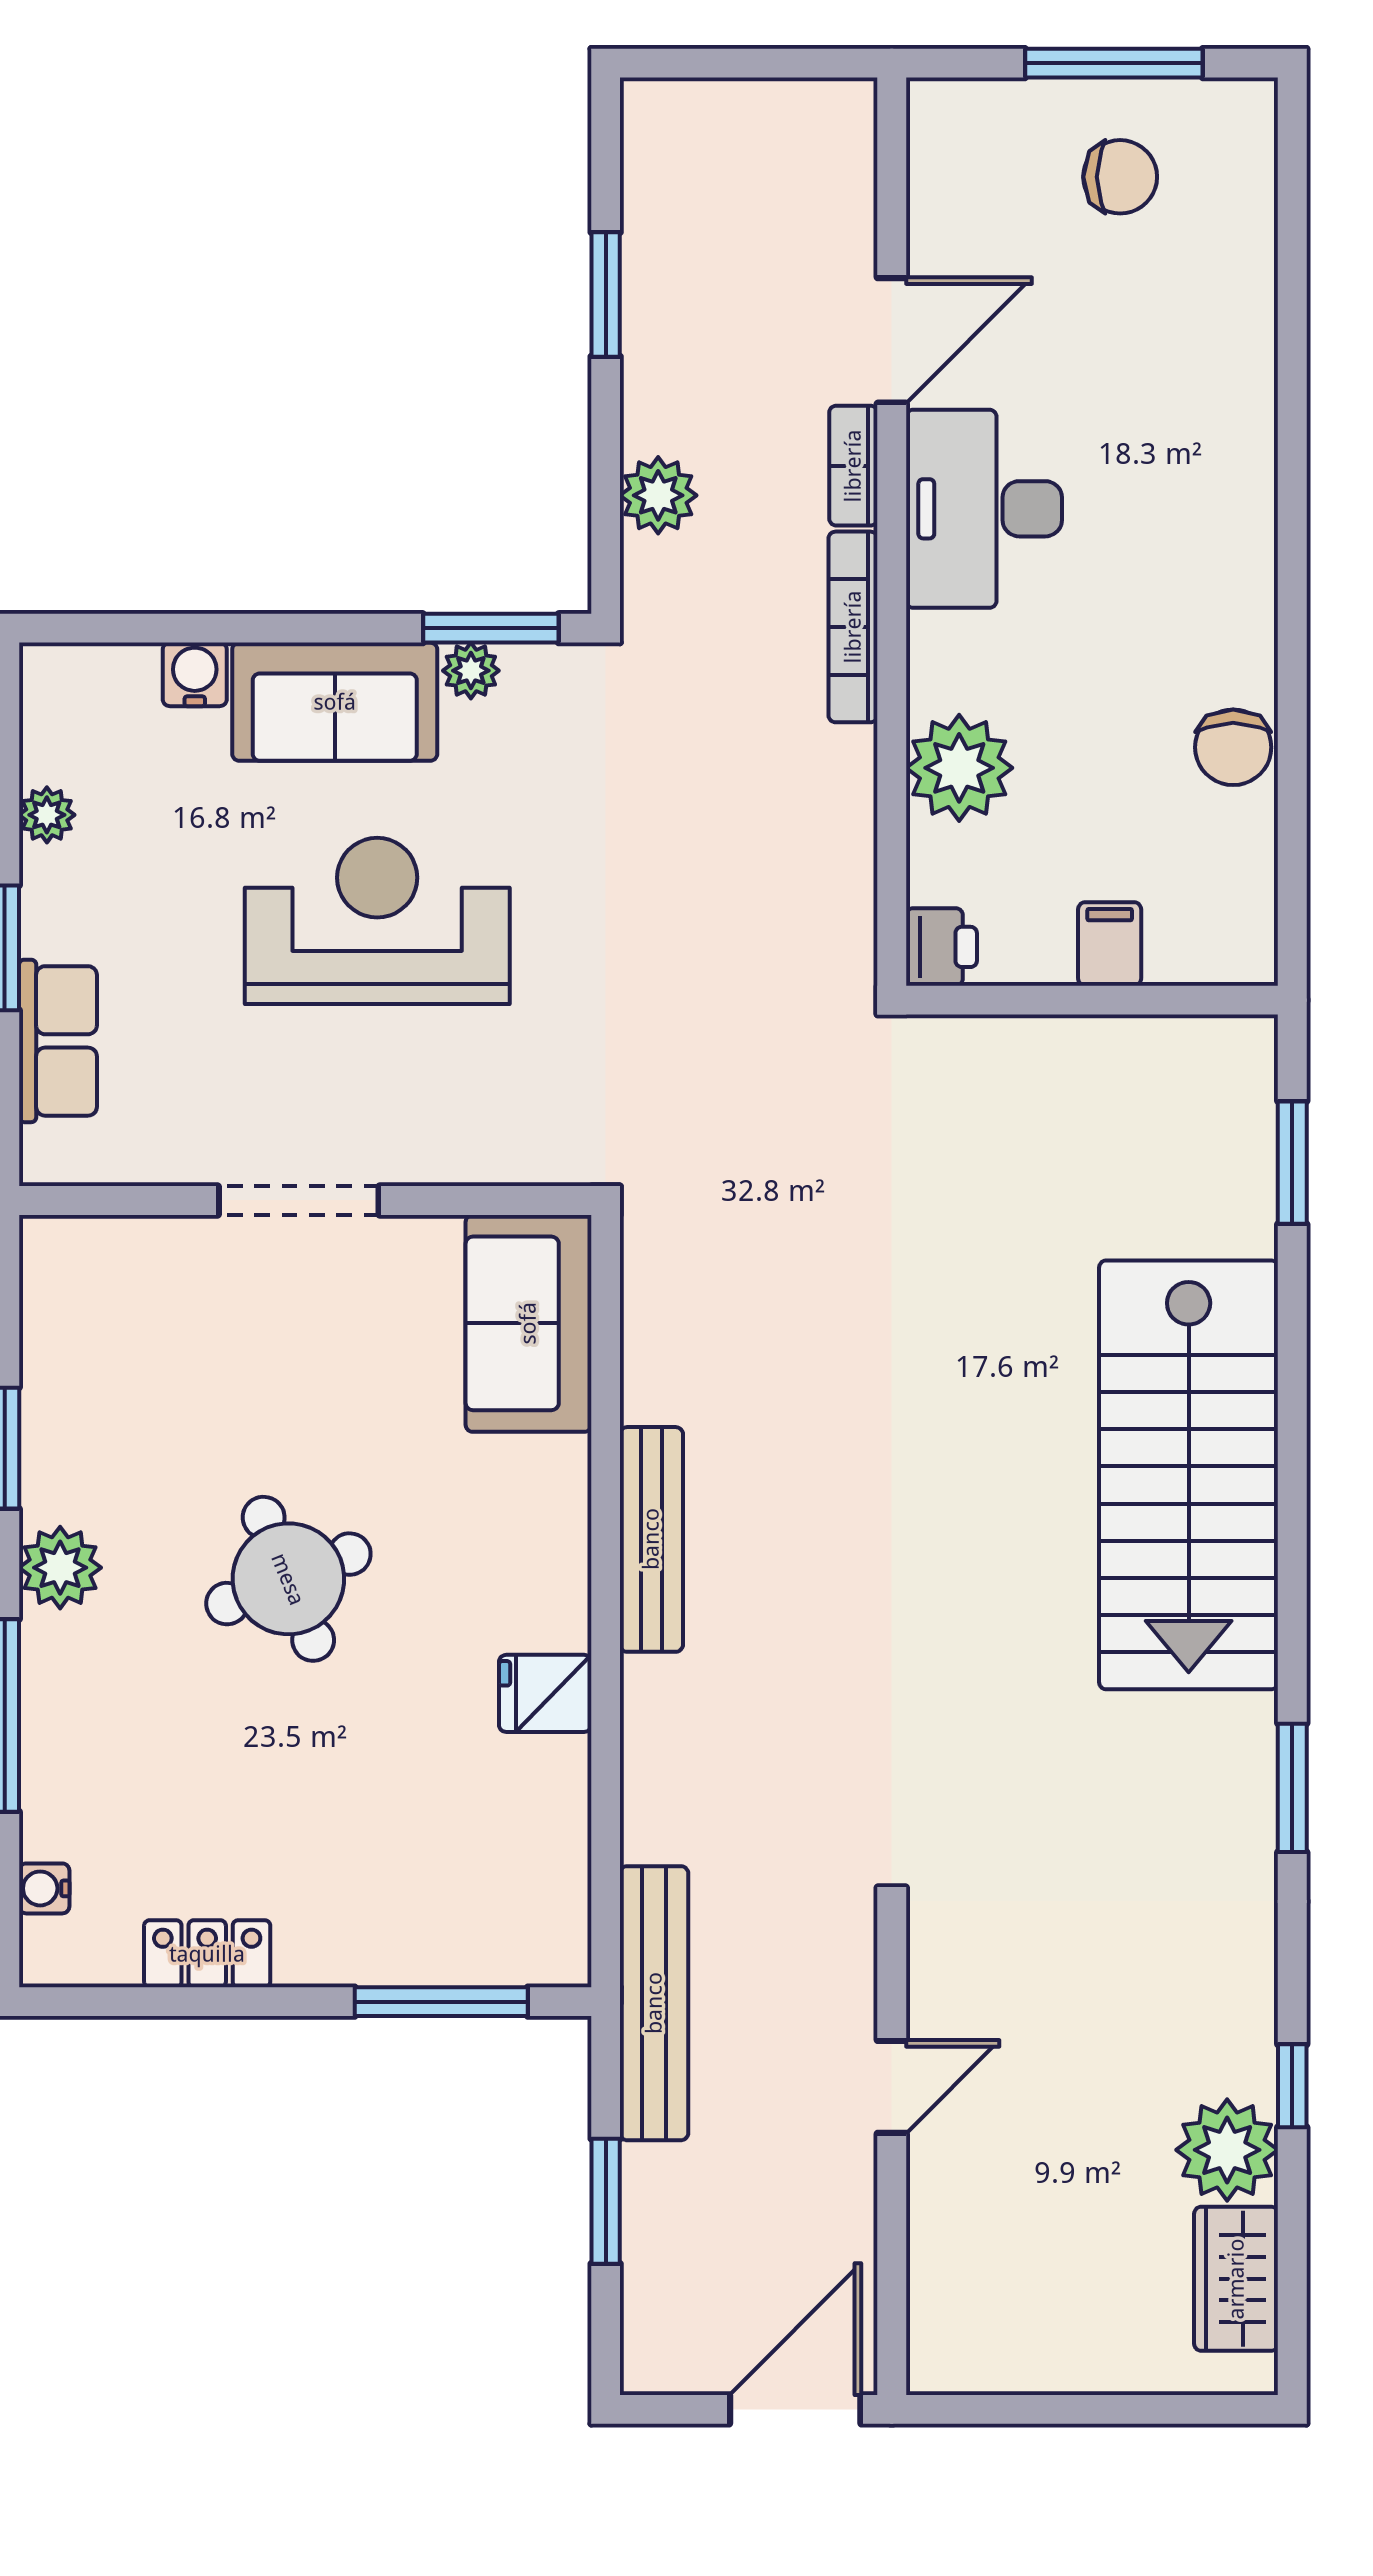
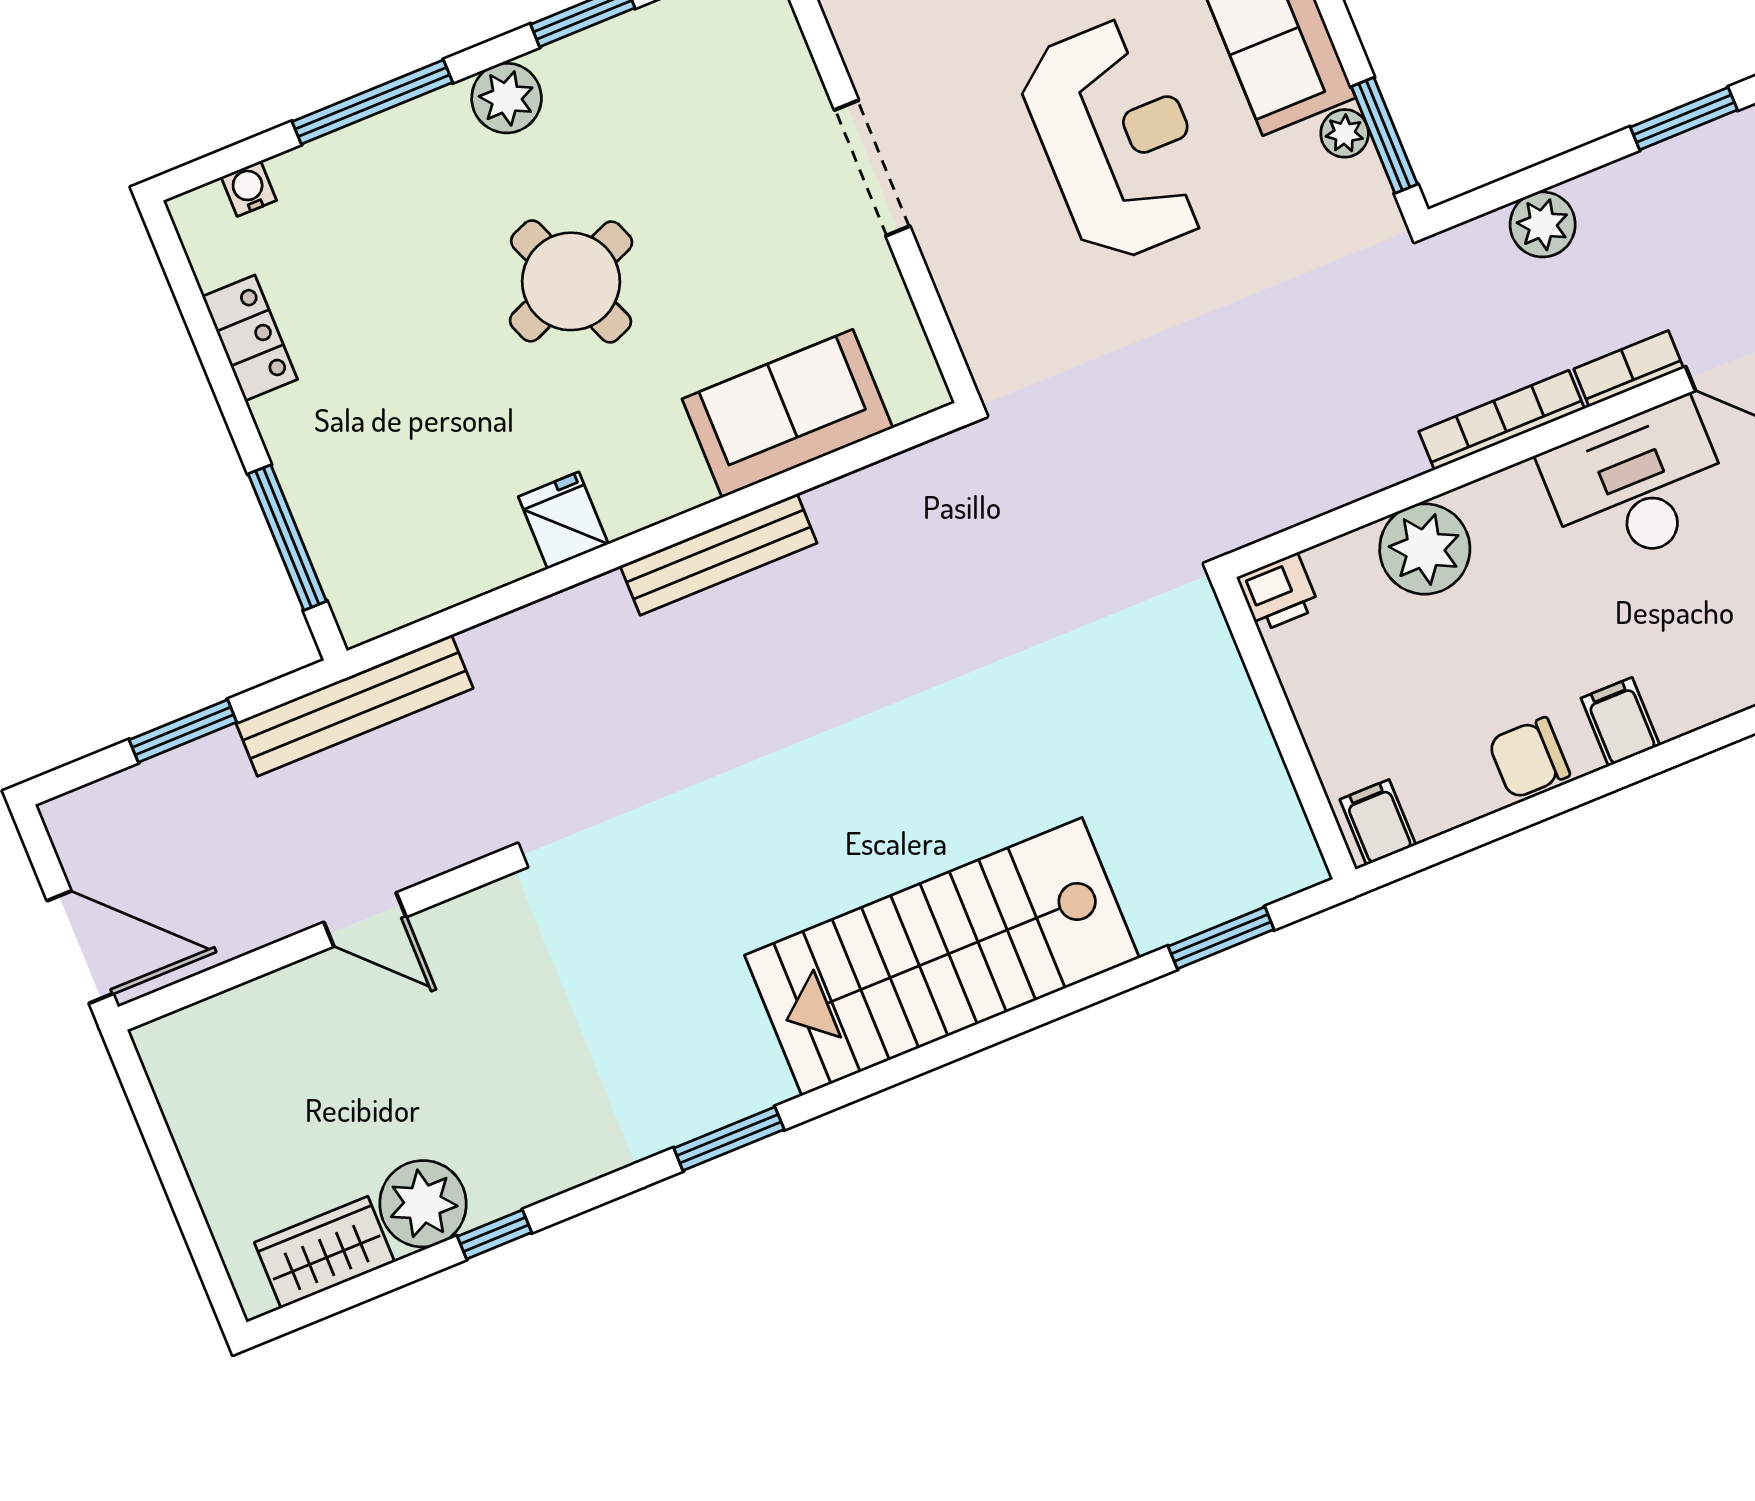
filing cabinet: (1234, 632) -> (1620, 722), added
filing cabinet: (1110, 944) -> (1378, 822), moved, turned -90
sofa: (528, 1323) -> (788, 414), moved

